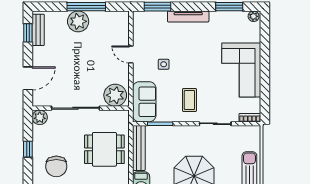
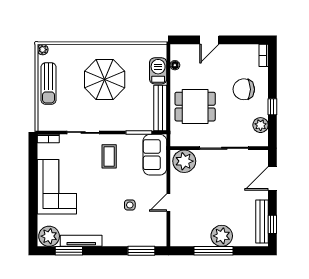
plant: (254, 16) -> (49, 236), width x1.88, depth x1.88
tv unit: (188, 17) -> (81, 241), moved
bench: (38, 30) -> (262, 221), width x1.36
door: (131, 54) -> (168, 202), swing flipped
side table: (164, 64) -> (130, 205), moved
plant: (40, 117) -> (261, 125), moved
chair: (56, 166) -> (244, 89), turned -90

